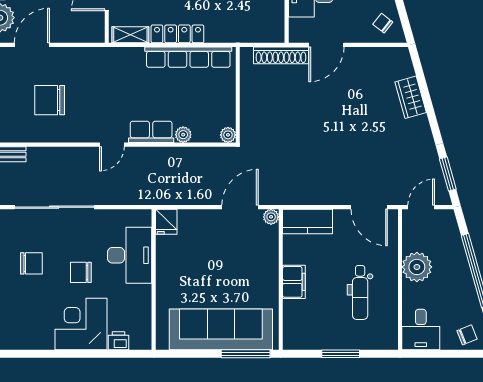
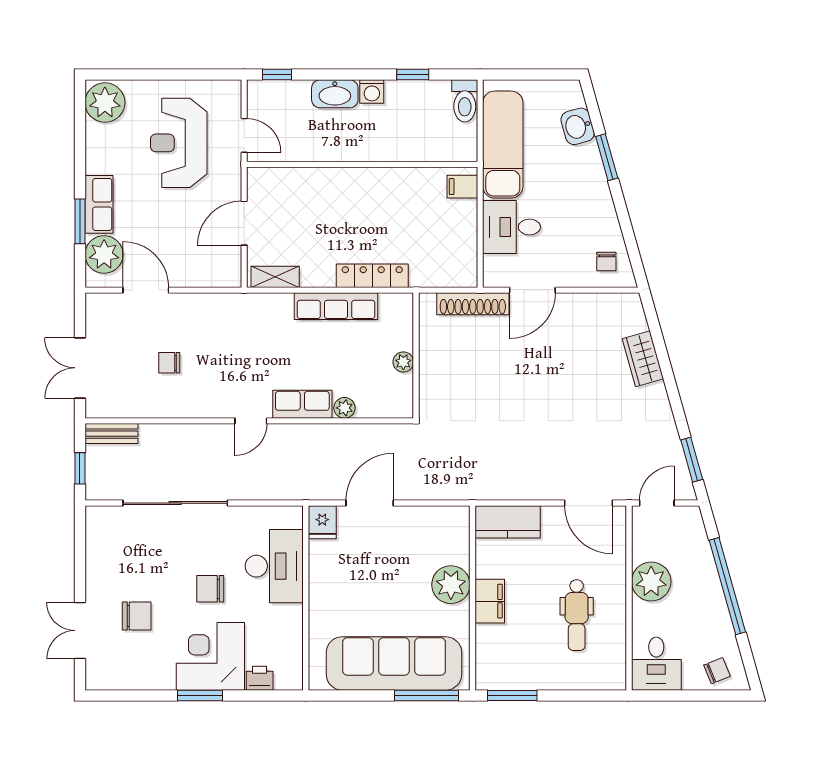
chair: (383, 23) -> (606, 262), turned -128
locker: (177, 34) -> (372, 276), moved
door: (32, 45) -> (146, 290), hinge flipped
row of seats: (188, 57) -> (336, 306), width x0.73
chair: (50, 100) -> (169, 363), width x0.54, depth x0.54
plant: (228, 135) -> (403, 362), moved
door: (240, 207) -> (370, 503), moved
plant: (271, 217) -> (451, 585), moved, width x1.87, depth x1.87
chair: (31, 263) -> (137, 616), moved
window: (73, 354) -> (200, 695), added
window: (341, 354) -> (512, 695), moved

